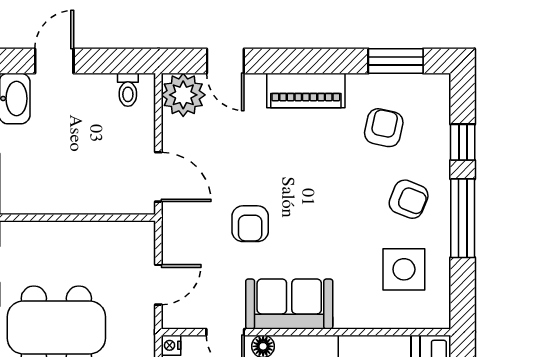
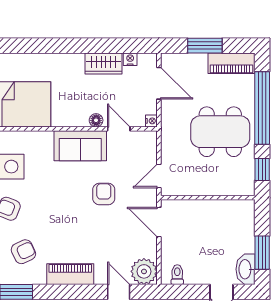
armchair: (384, 128) -> (23, 252), turned -127
door: (158, 285) -> (159, 176), moved

